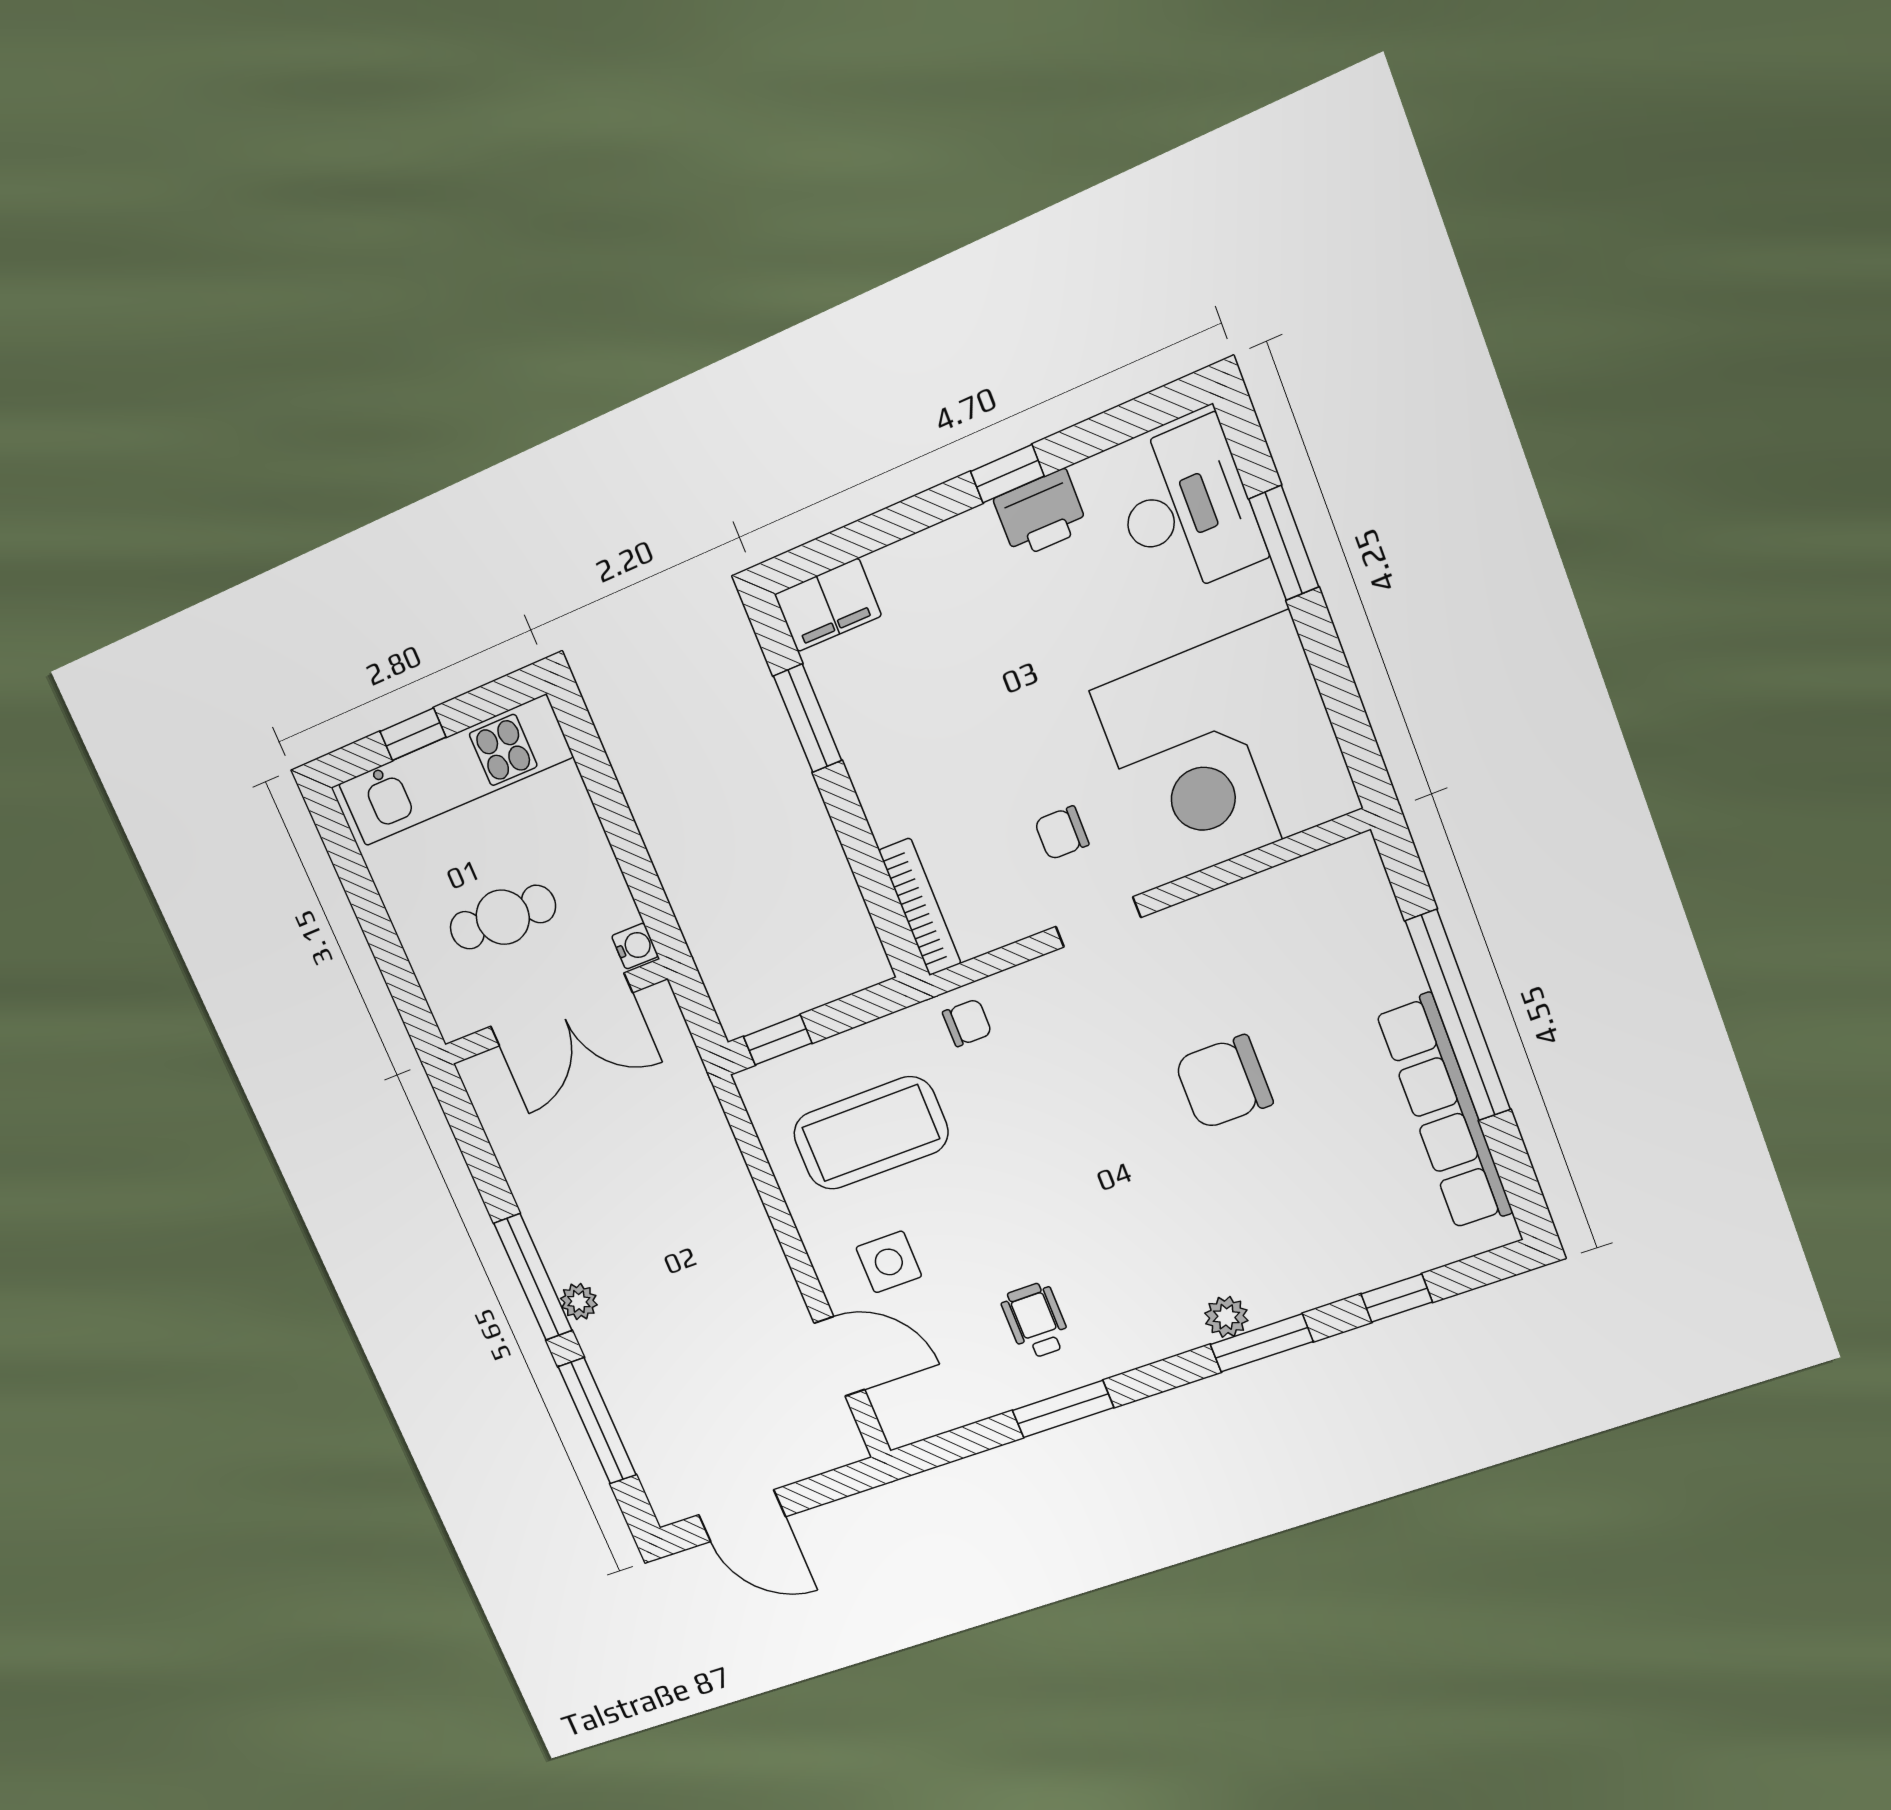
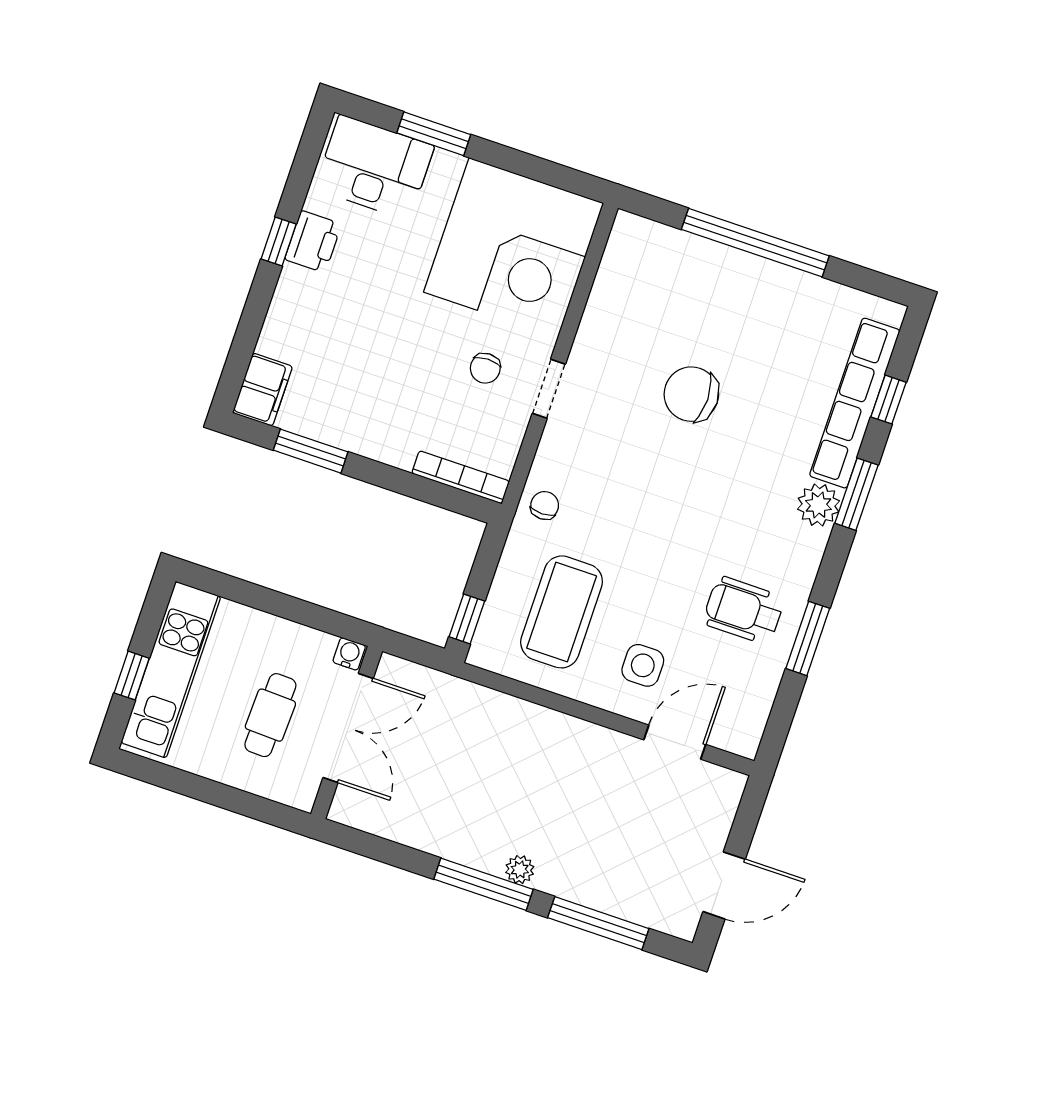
chair: (1224, 1082) -> (691, 394), turned 90
row of seats: (1444, 1113) -> (855, 403), moved, turned 90
plant: (1226, 1317) -> (818, 505), width x1.38, depth x1.38
wheelchair: (1036, 1321) -> (744, 610), width x1.36, depth x1.37

